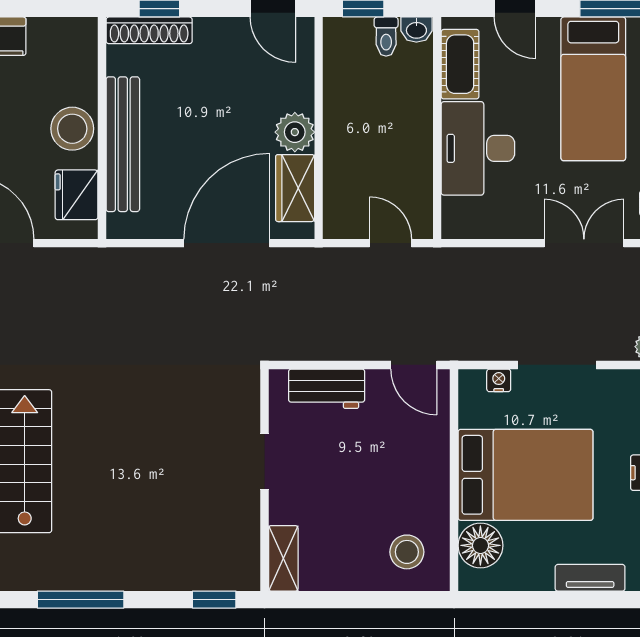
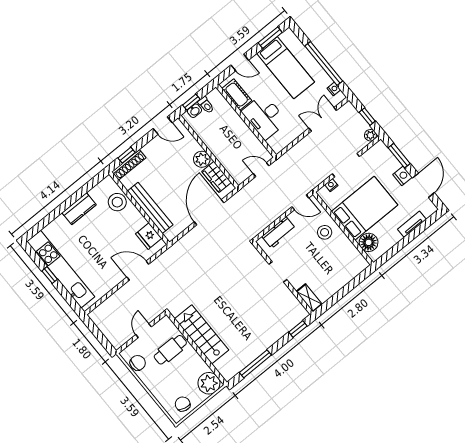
washbasin: (416, 30) -> (194, 111), moved
stool: (72, 129) -> (117, 202), moved
stool: (407, 552) -> (325, 232), moved

